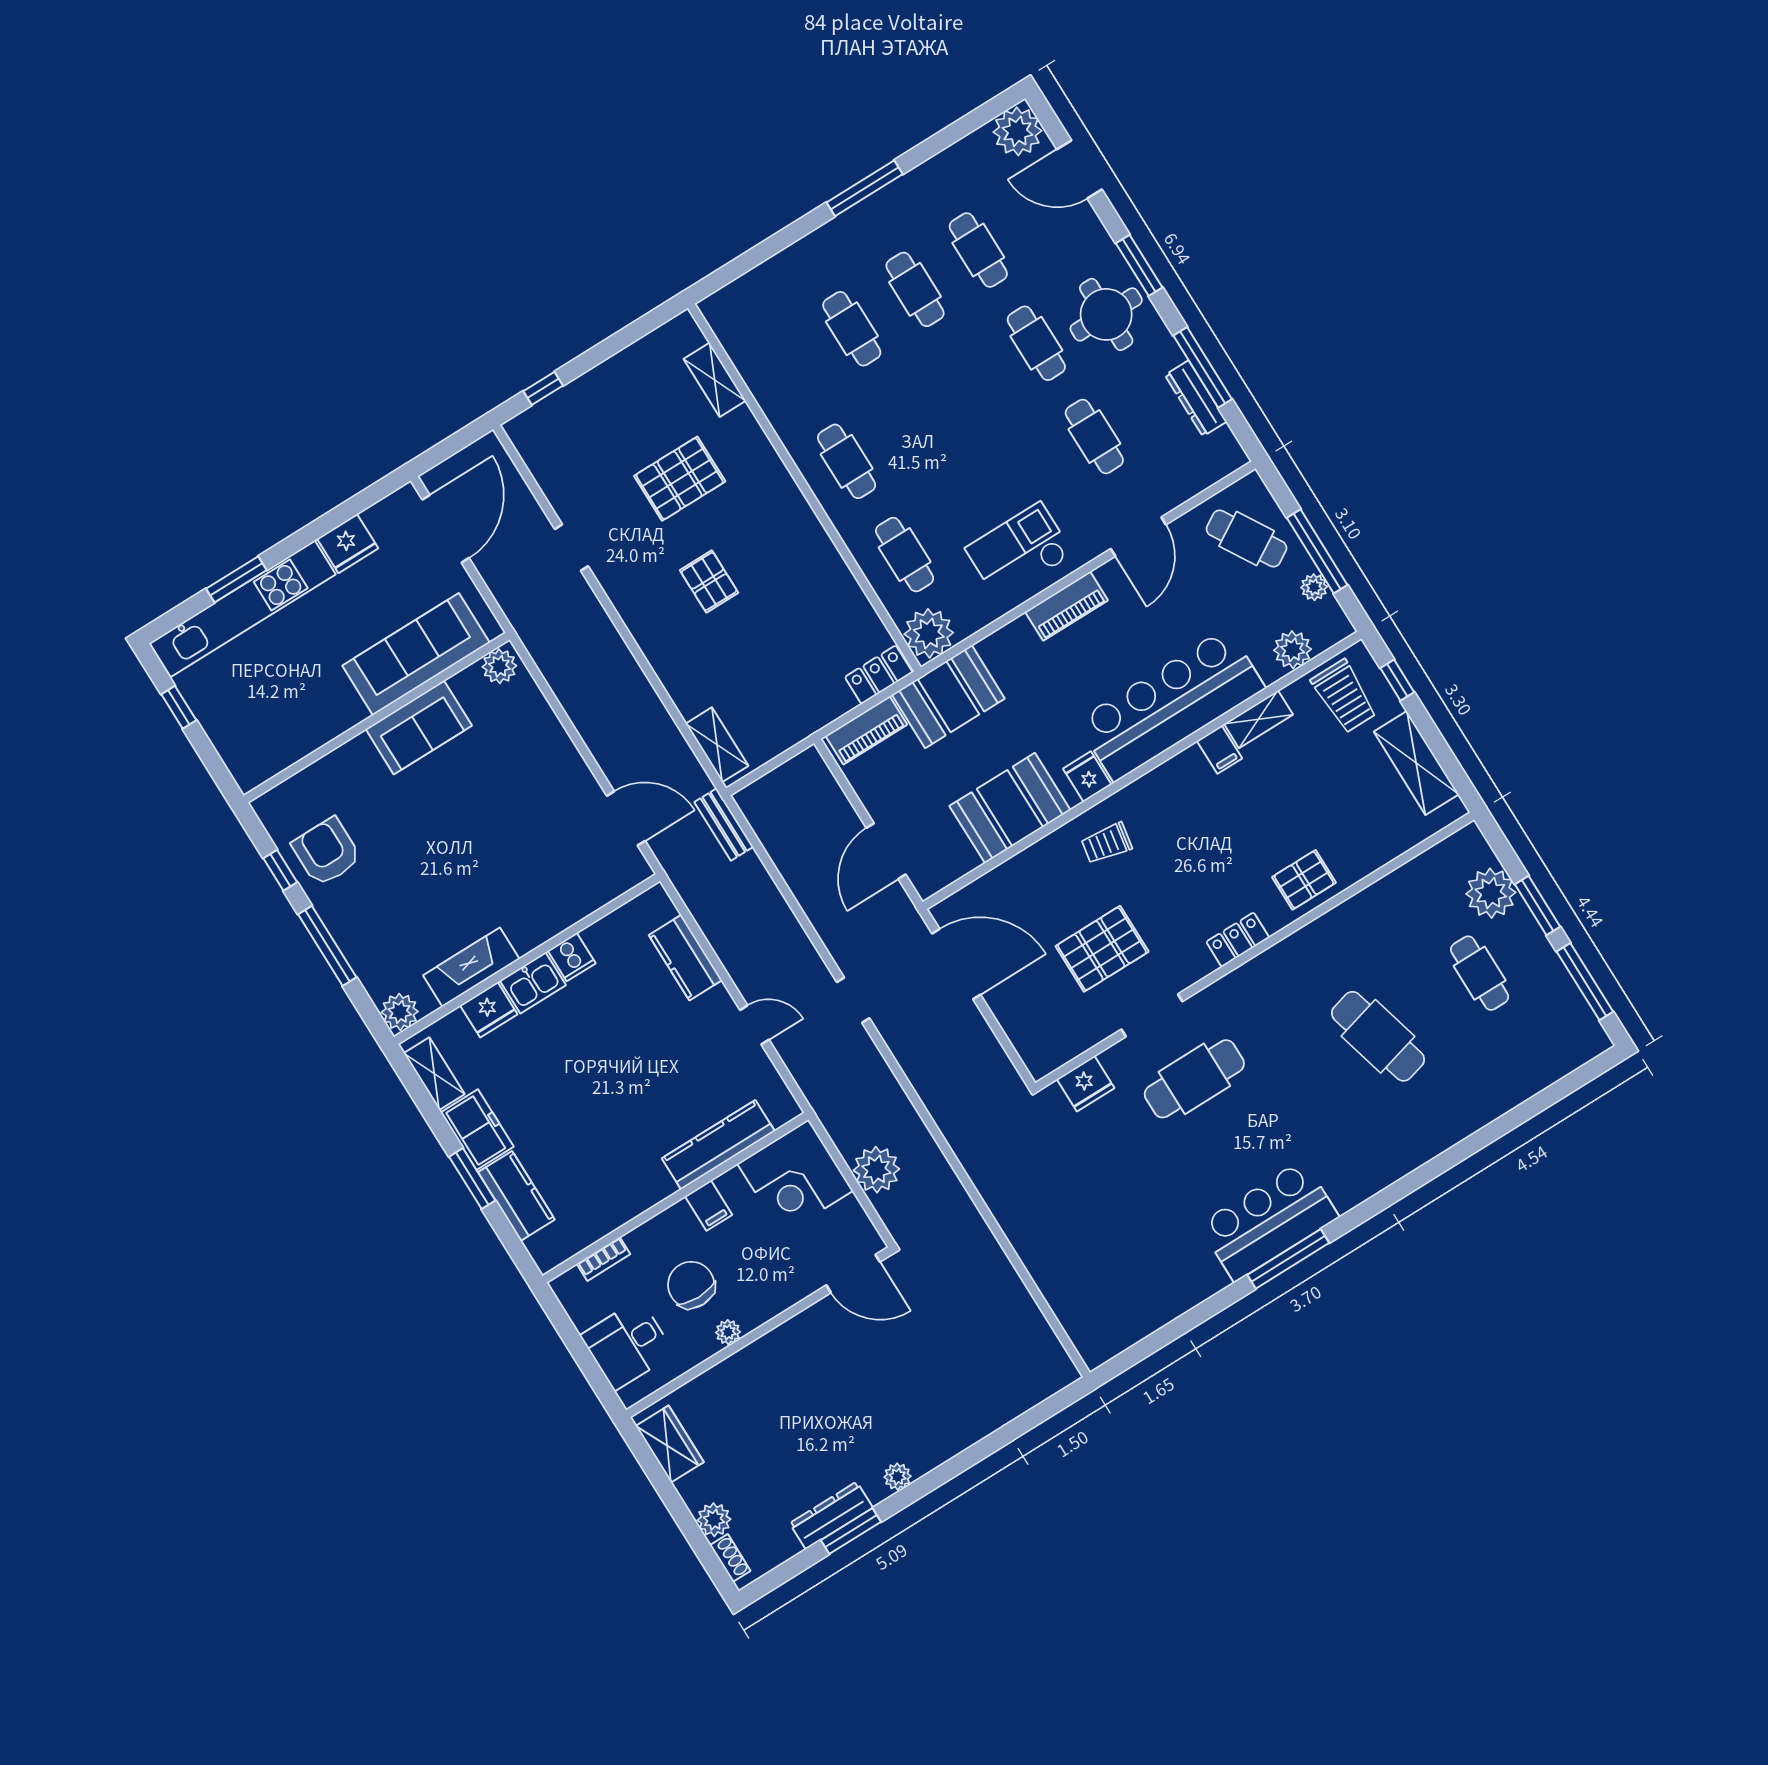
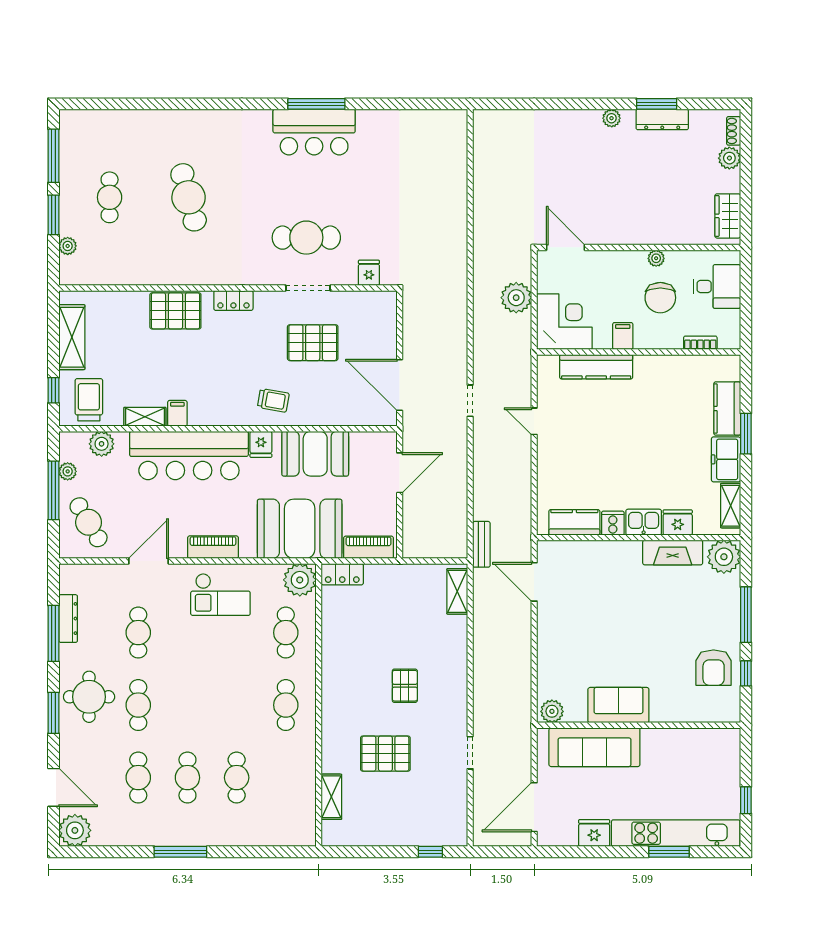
booth: (948, 697) -> (300, 529), width x1.36, depth x1.42
pallet: (1304, 880) -> (175, 311), width x1.50, depth x1.42
plant: (1491, 893) -> (68, 246), width x0.53, depth x0.53
kitchen counter: (685, 958) -> (574, 522), moved, turned -90
plant: (400, 1012) -> (724, 557), width x1.36, depth x1.36
fridge: (1086, 1084) -> (369, 273), width x0.72

